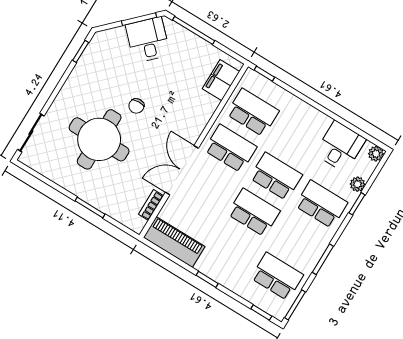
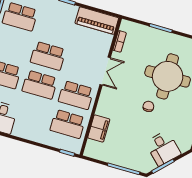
desk: (148, 40) -> (163, 148), moved
filing cabinet: (221, 80) -> (99, 128), moved
double door: (182, 170) -> (105, 71), width x0.73

